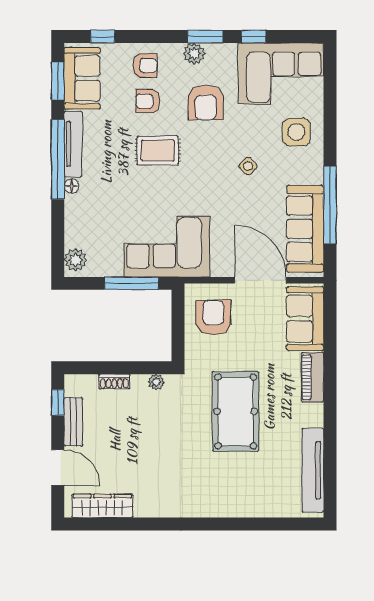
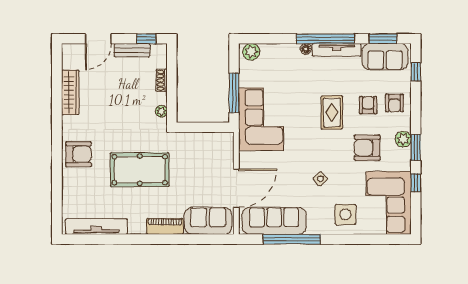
armchair: (213, 317) -> (78, 154), moved
wardrobe: (102, 506) -> (70, 92), moved

